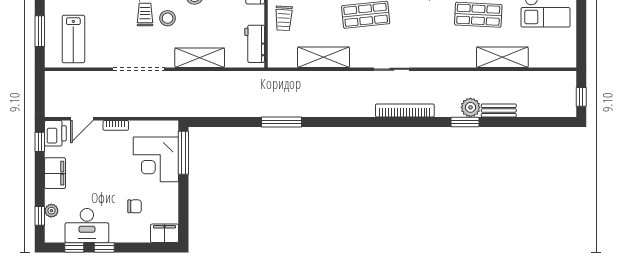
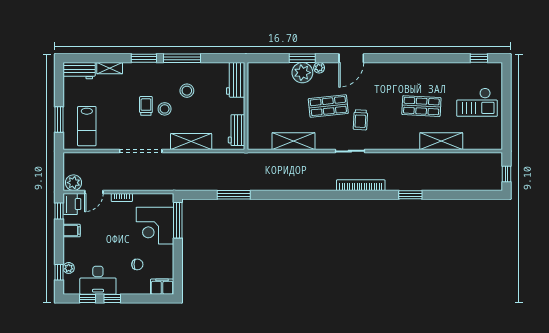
trolley: (284, 18) -> (360, 120), moved
plant: (470, 107) -> (74, 183), moved
bench: (499, 110) -> (438, 185), removed
window: (281, 122) -> (234, 195), moved
filing cabinet: (55, 173) -> (72, 231), width x0.50

